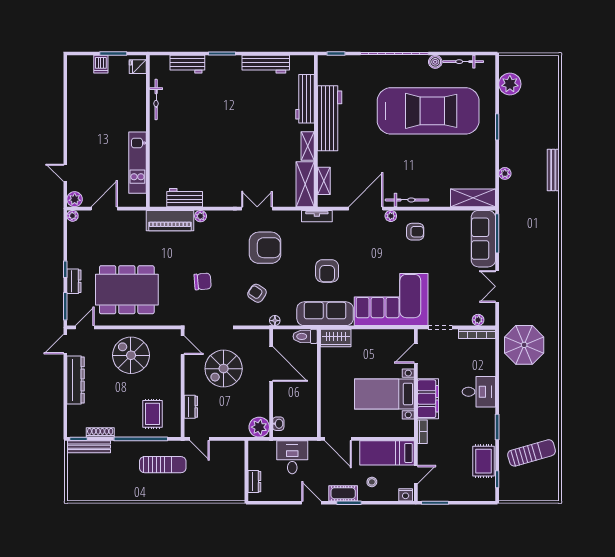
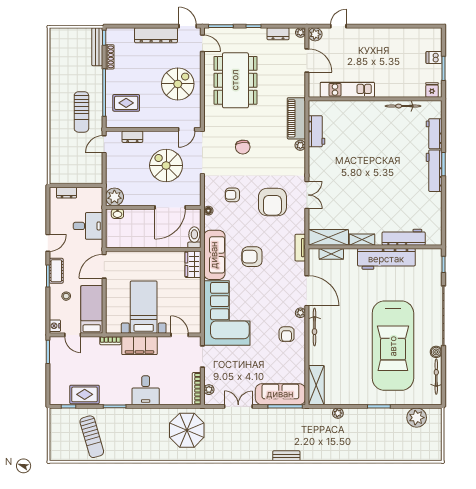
workbench: (266, 64) -> (434, 171), moved
bench: (553, 170) -> (286, 456), moved, width x0.73
dresser: (74, 281) -> (278, 34), moved
armchair: (257, 293) -> (232, 195), turned -124

